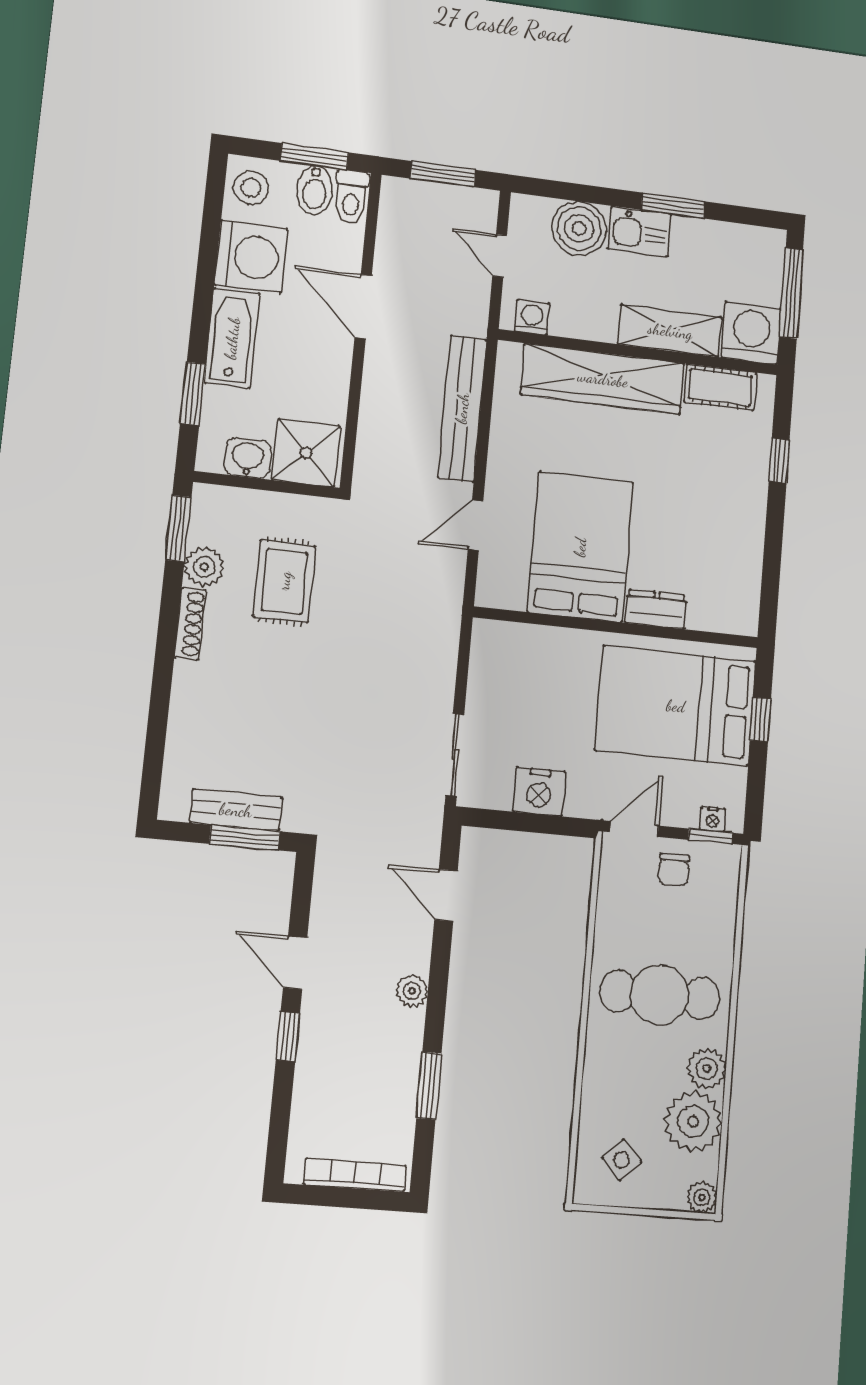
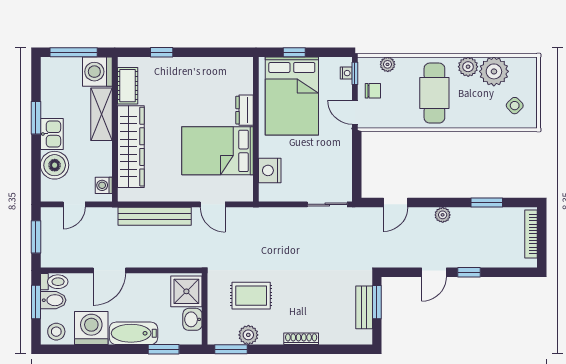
shoe rack: (190, 624) -> (301, 339), moved
nightstand: (539, 791) -> (270, 170), moved, turned 180
plant: (702, 1197) -> (388, 64), moved

